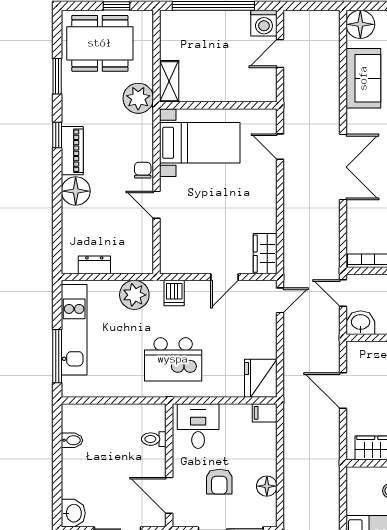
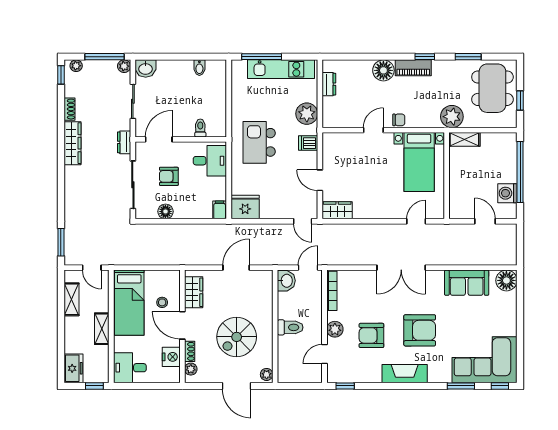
washing machine: (264, 23) -> (507, 193), moved

